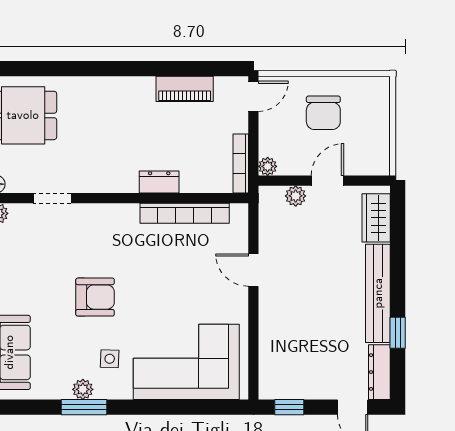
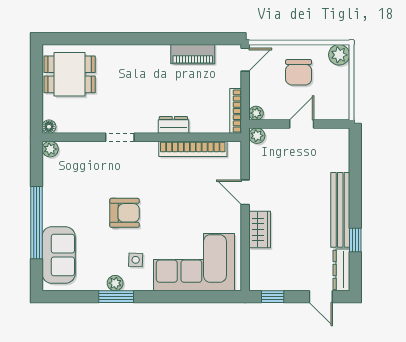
plant: (376, 90) -> (339, 55), added
plant: (296, 196) -> (257, 136), moved
doorway: (52, 198) -> (120, 137), moved
wardrobe: (376, 218) -> (260, 230), moved, turned 180

